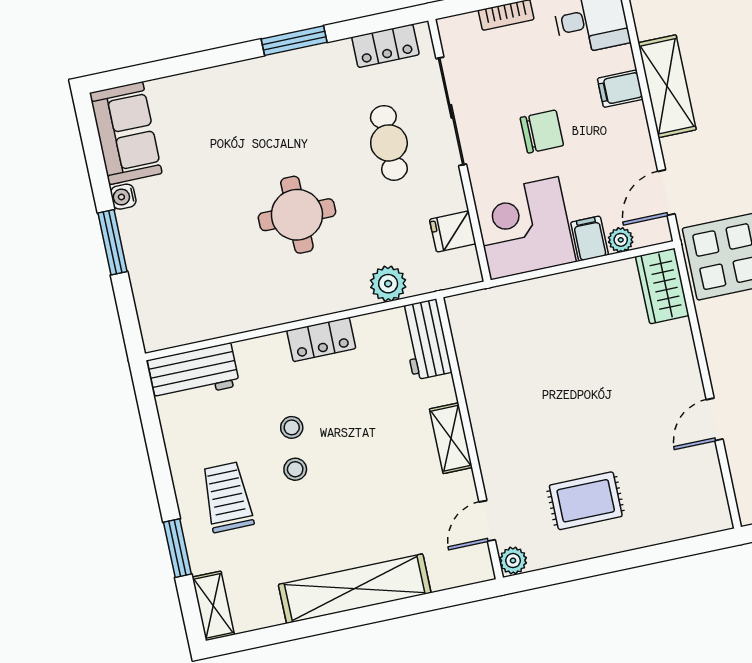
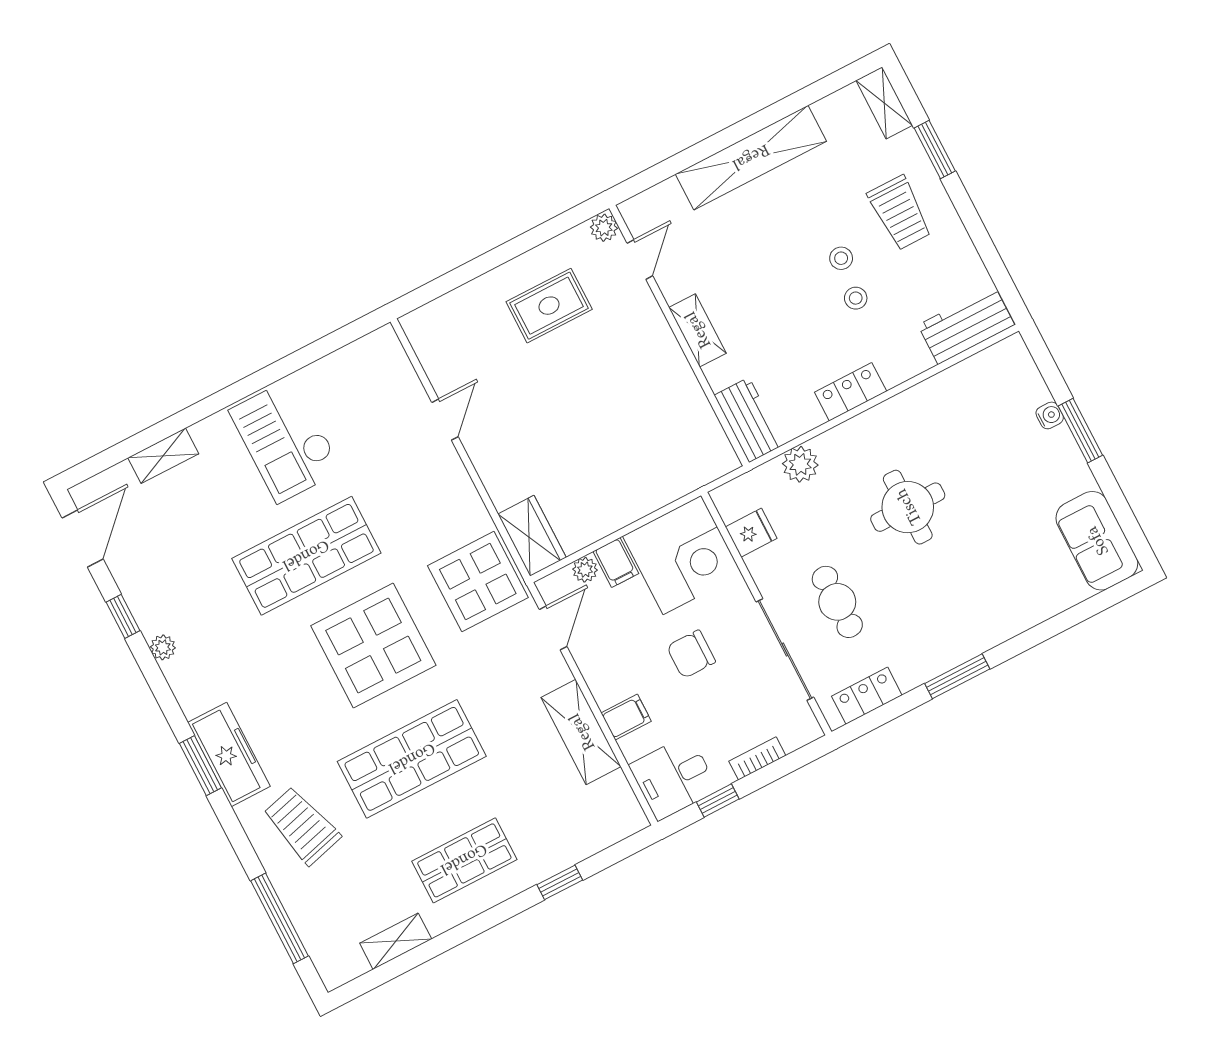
water cooler: (123, 197) -> (1050, 415), moved

